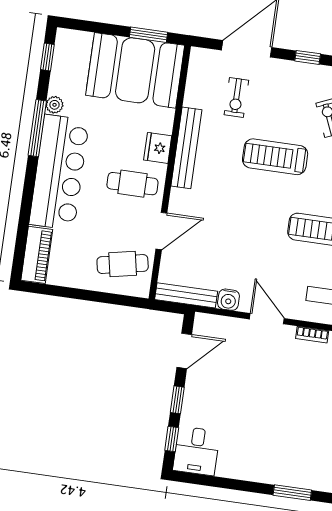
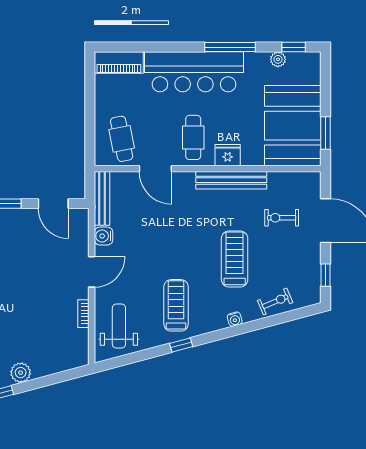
plant: (55, 105) -> (278, 59), moved

